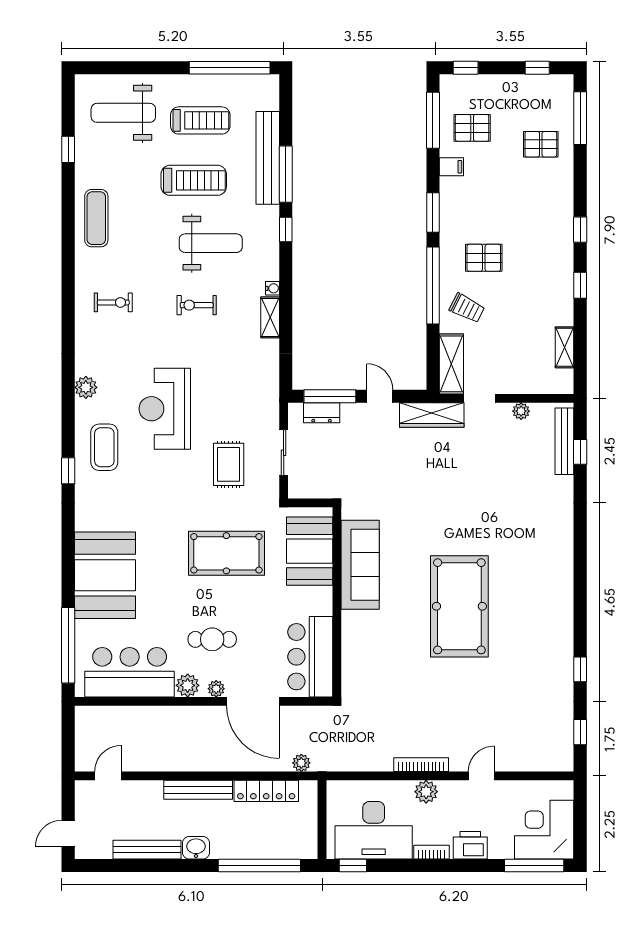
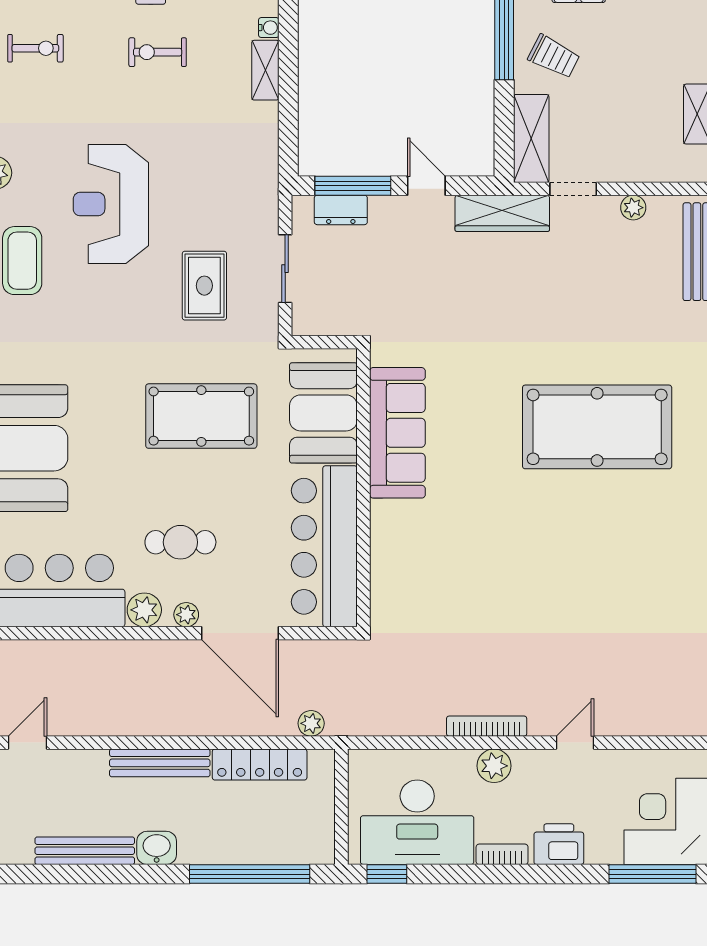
pool table: (459, 606) -> (597, 427), moved, turned 90
bar counter: (310, 657) -> (324, 546), width x1.36

